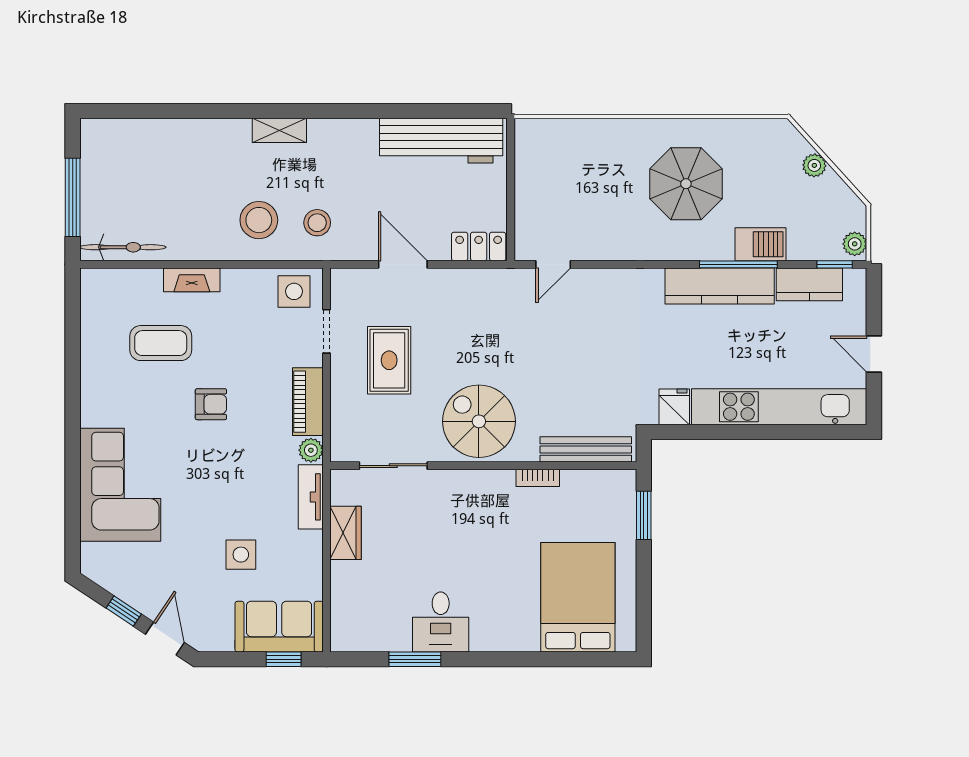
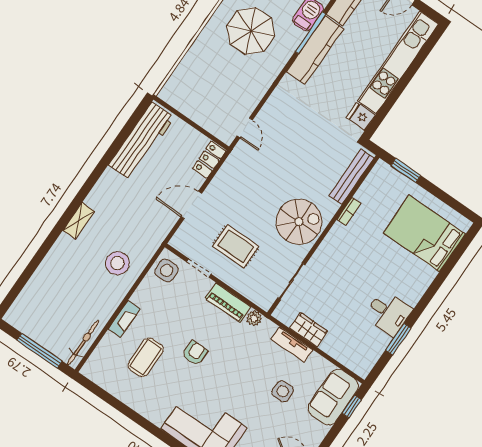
stool: (317, 223) -> (139, 234), removed
spiral stairs: (479, 421) -> (299, 222), turned 180
tv unit: (311, 497) -> (292, 345), moved

